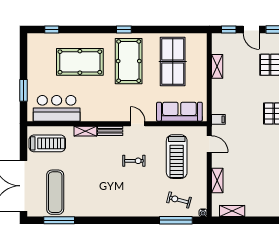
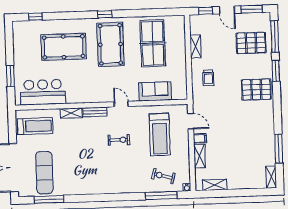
trolley: (229, 99) -> (208, 78), added
sofa: (179, 112) -> (155, 91), width x0.73
filing cabinet: (218, 119) -> (200, 138), moved

